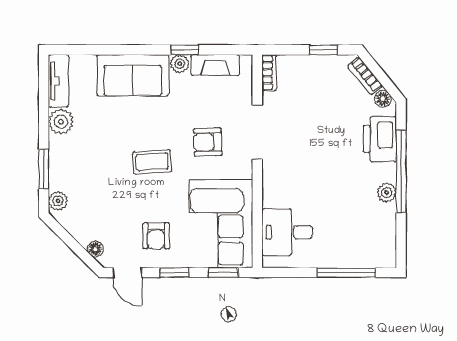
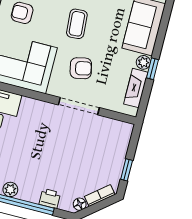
bookcase: (269, 73) -> (120, 126), removed
printer: (380, 139) -> (50, 198), width x0.53, depth x0.68
armchair: (208, 142) -> (81, 68), turned 80

